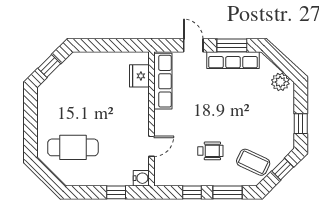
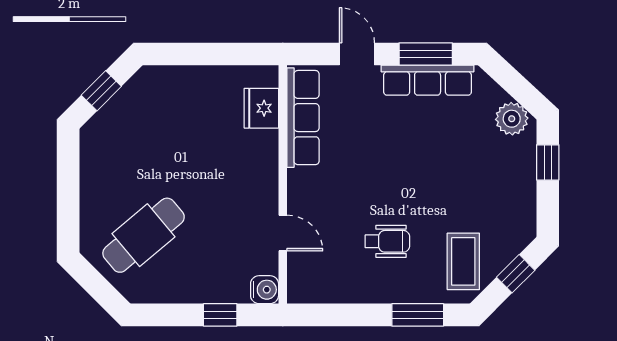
window: (301, 124) -> (548, 162), moved
door: (151, 146) -> (283, 233), hinge flipped
cafe table: (73, 147) -> (144, 235), turned -40
coffee table: (253, 162) -> (463, 261), turned 65
window: (192, 192) -> (355, 315), removed

